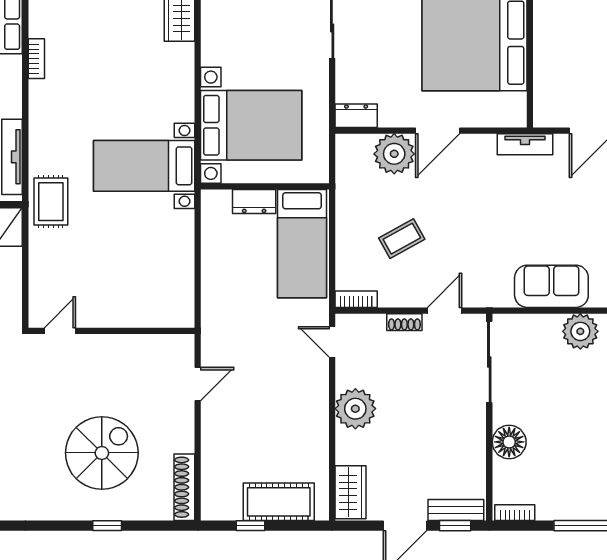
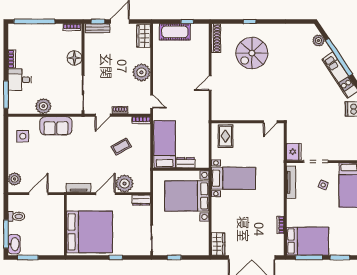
tv unit: (525, 144) -> (78, 188), moved
rug: (51, 202) -> (225, 136), moved
door: (60, 331) -> (270, 122), moved
wall: (111, 331) -> (248, 122), moved

